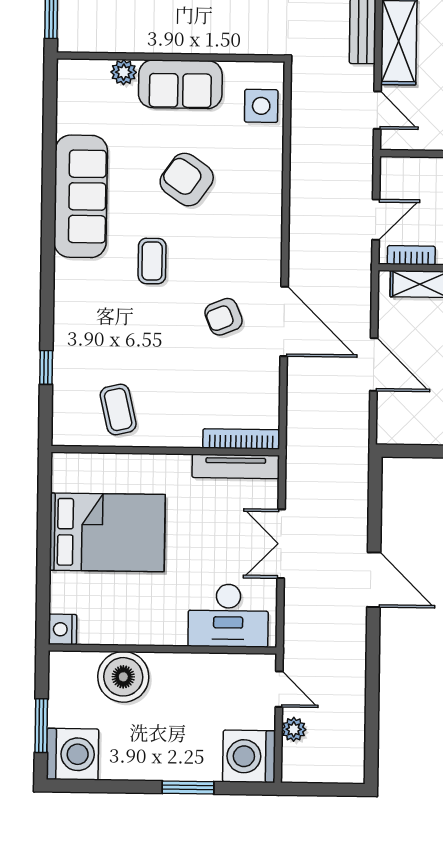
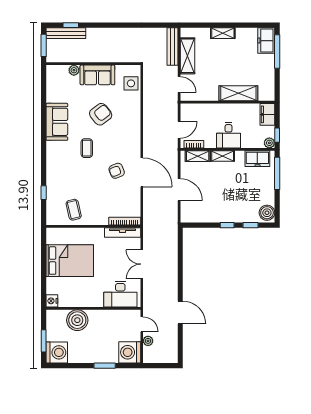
armchair: (187, 180) -> (101, 114), turned 107
sofa: (81, 196) -> (57, 122), width x0.73
door: (374, 580) -> (180, 313), moved

